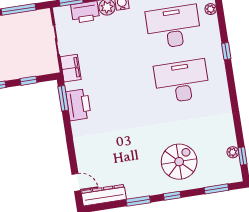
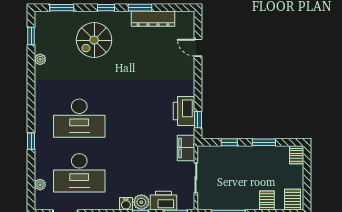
window: (63, 98) -> (198, 120), width x0.67
plant: (233, 152) -> (40, 59), moved
door: (76, 182) -> (198, 48), moved
dresser: (104, 195) -> (153, 19), moved

